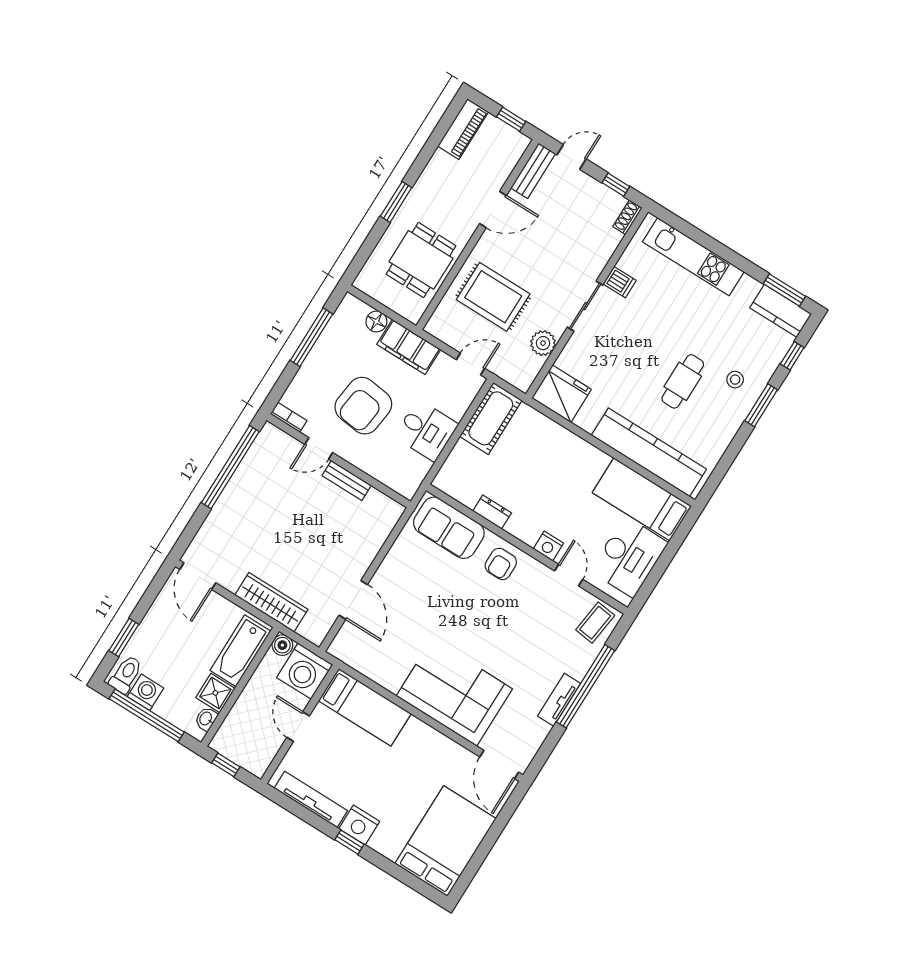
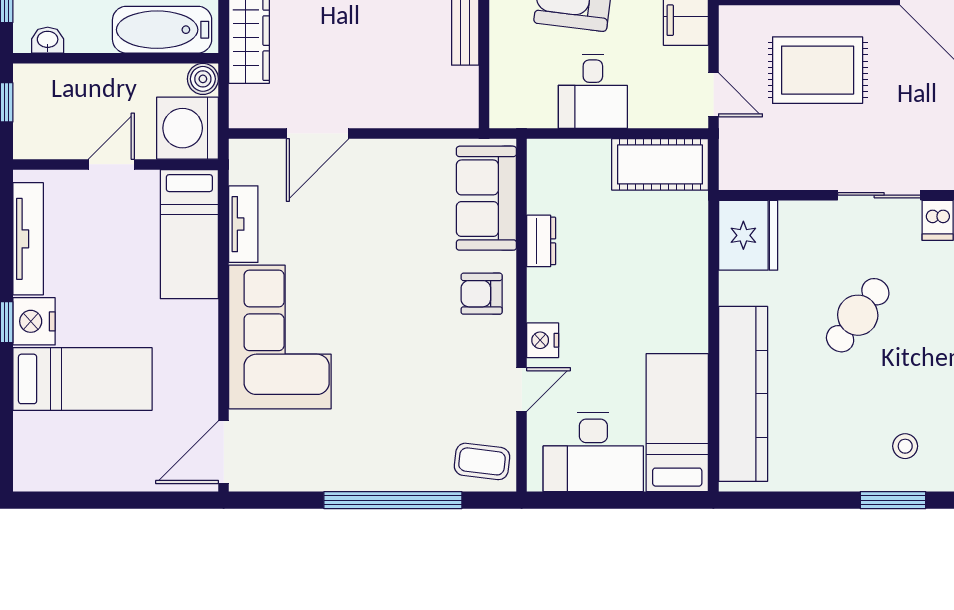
rug: (493, 297) -> (818, 70), turned 90
plant: (543, 343) -> (798, 171), removed
cafe table: (683, 381) -> (858, 315), moved, turned -53
shower: (215, 693) -> (88, 31), removed
tv unit: (559, 700) -> (243, 224), moved, turned 90
bed: (445, 841) -> (82, 379), moved, width x0.67

